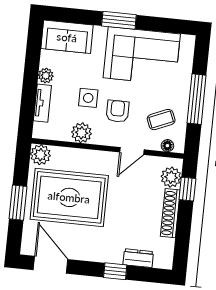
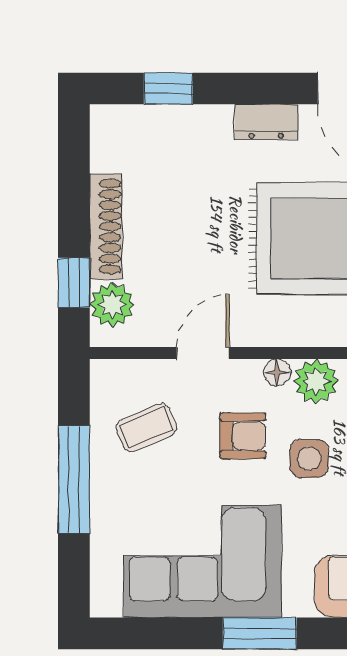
armchair: (118, 111) -> (243, 436), turned -90
floor lamp: (167, 146) -> (277, 372), moved
dresser: (138, 258) -> (266, 122), moved
window: (115, 271) -> (168, 88), moved

